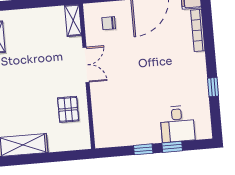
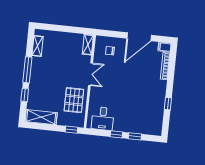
pallet: (68, 109) -> (74, 100), width x1.50, depth x1.42
desk: (177, 124) -> (103, 118), moved
window: (73, 155) -> (71, 130), added

